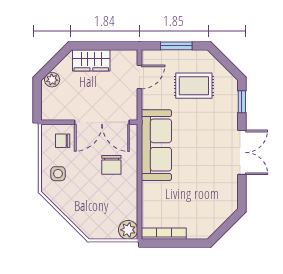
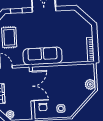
chair: (111, 165) -> (55, 80), removed
plant: (128, 230) -> (90, 84), moved

